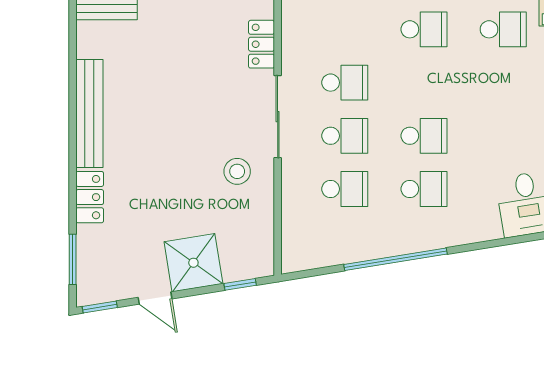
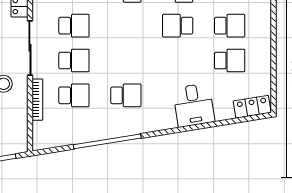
school desk: (424, 136) -> (178, 26), moved, turned 180
bookcase: (289, 195) -> (37, 100), added

